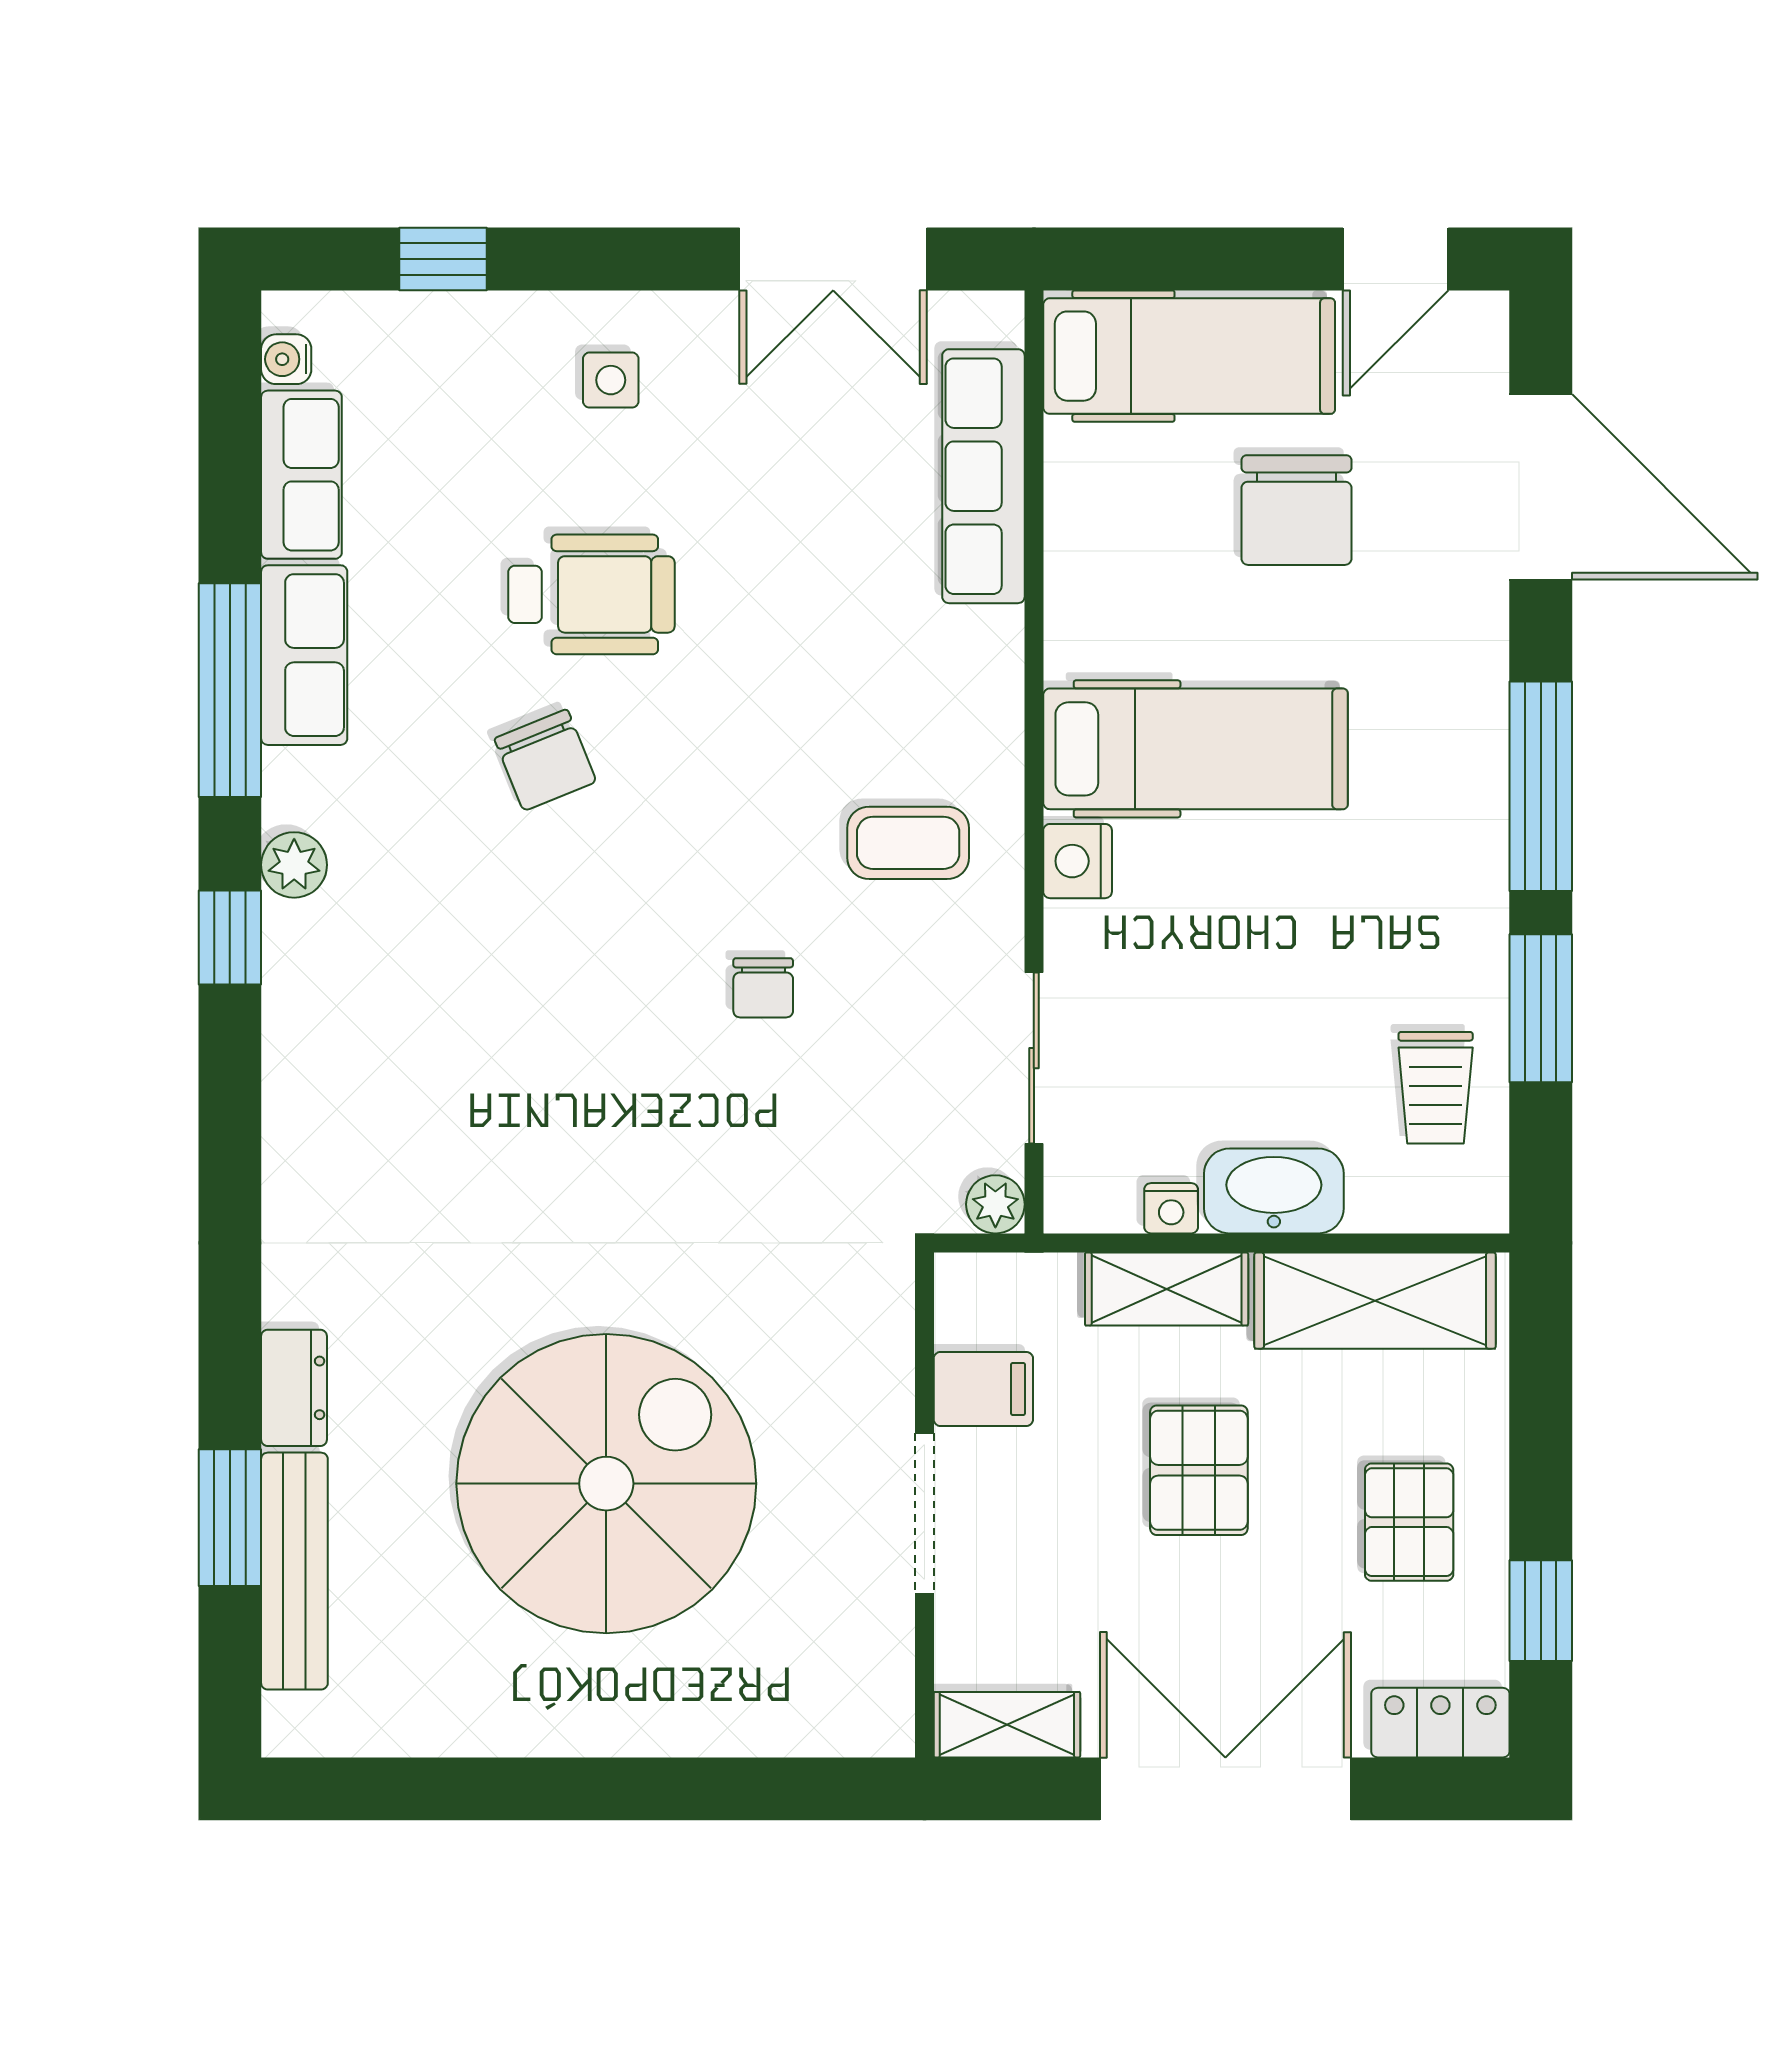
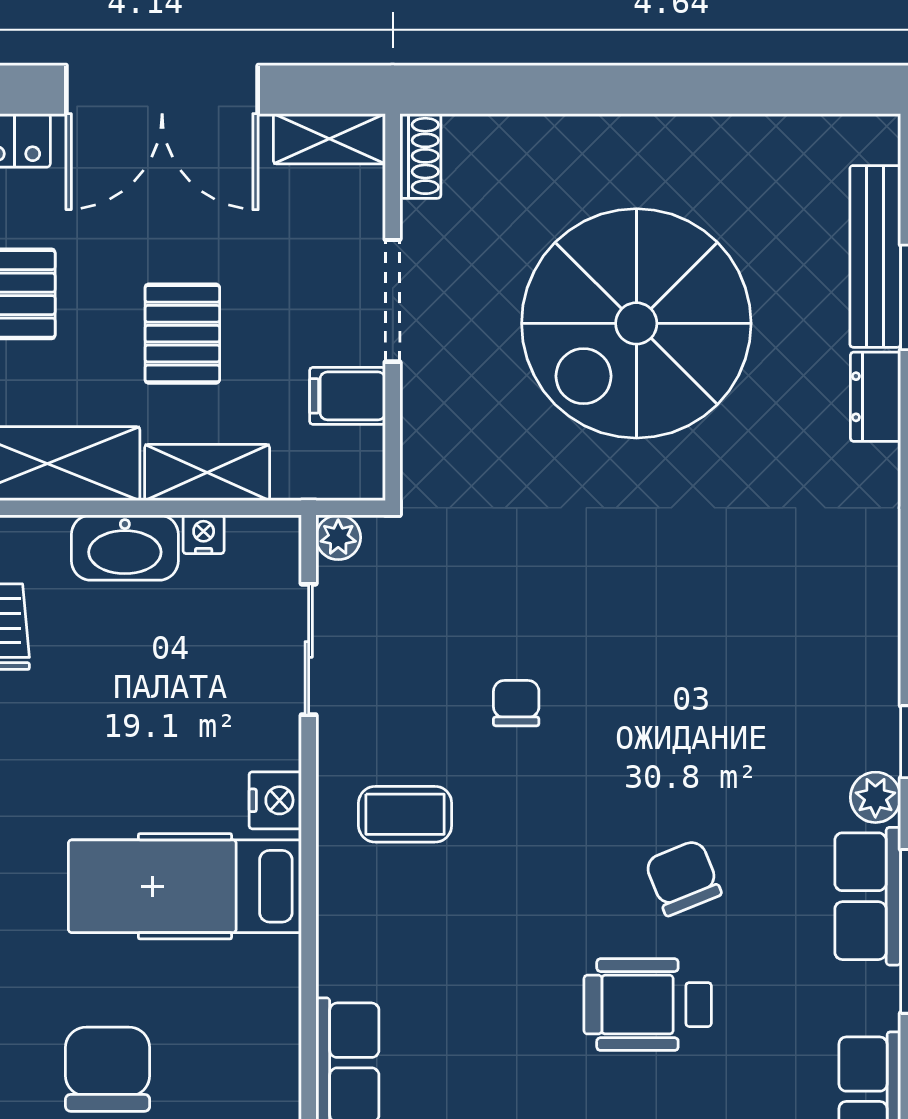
row of seats: (304, 655) -> (868, 896), moved
shoe rack: (888, 1702) -> (420, 156), added

